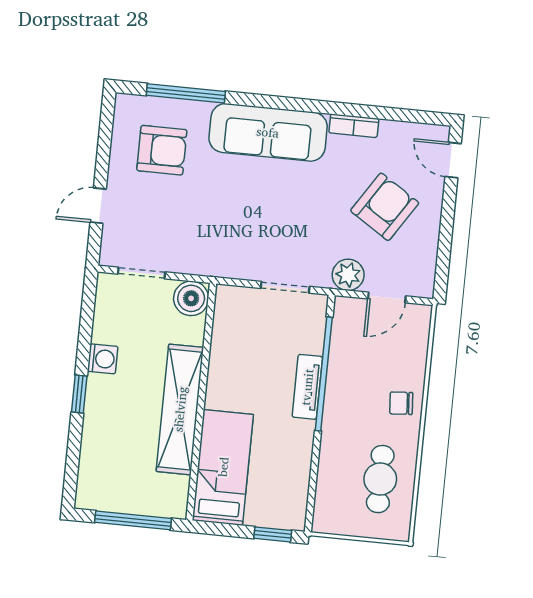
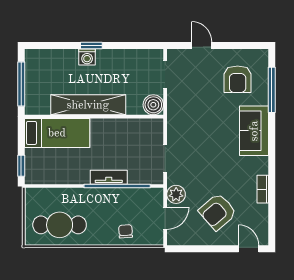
sofa: (268, 132) -> (254, 131), width x0.73
door: (453, 160) -> (249, 249), hinge flipped
armchair: (385, 207) -> (218, 212), turned 106
door: (387, 297) -> (165, 218), swing flipped
washing machine: (103, 359) -> (87, 57), moved
chair: (401, 403) -> (126, 231), moved
cafe table: (380, 479) -> (60, 225), width x1.37, depth x1.35

